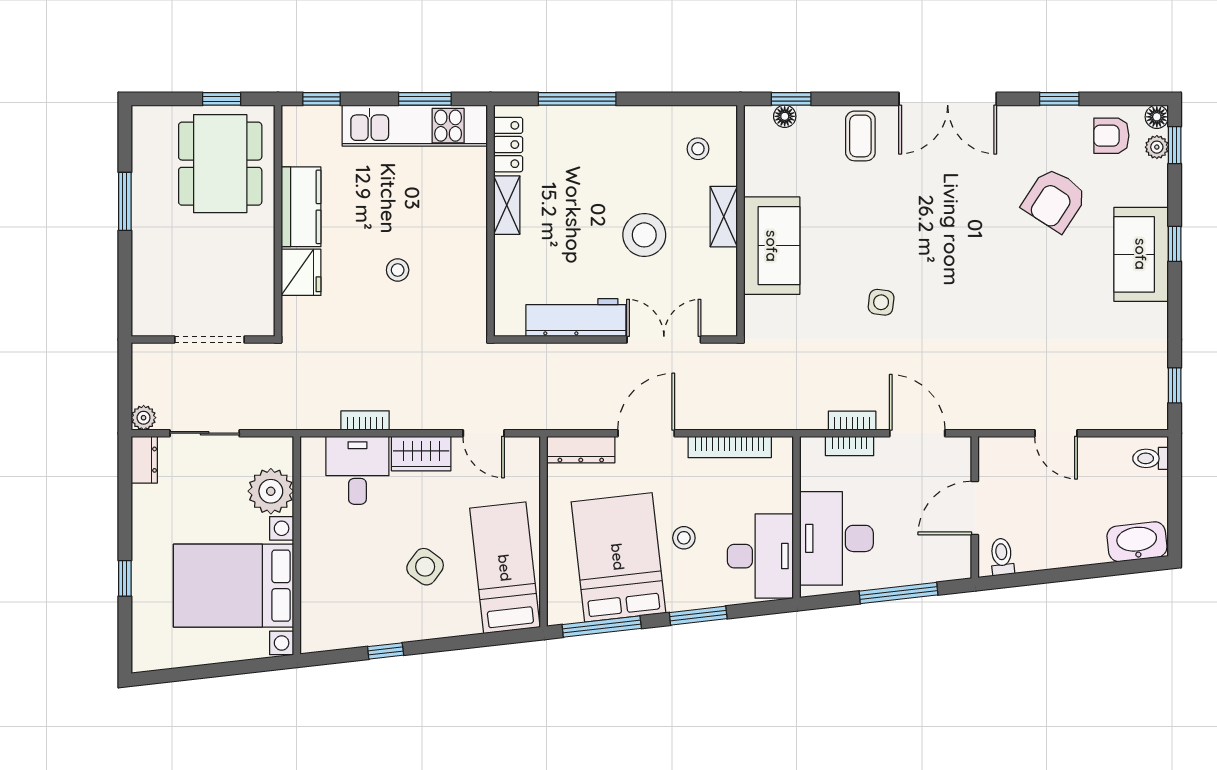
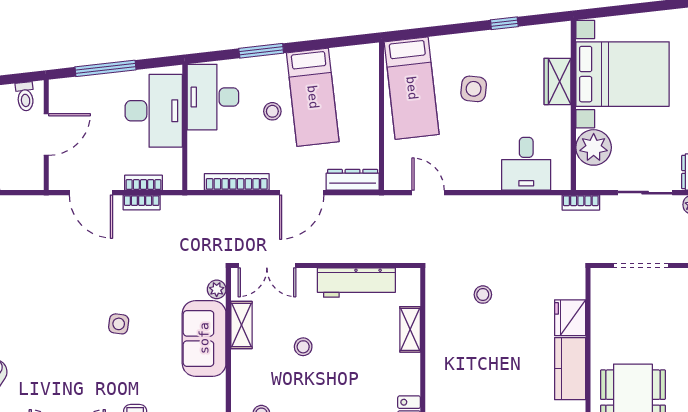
shelving: (507, 205) -> (410, 329), moved
shelving: (724, 217) -> (241, 325), moved
stool: (644, 235) -> (303, 347), width x0.53, depth x0.53
stool: (398, 270) -> (483, 295), moved
side table: (881, 302) -> (119, 324), moved
plant: (755, 309) -> (217, 289), added
double door: (664, 339) -> (267, 265), moved
bookcase: (365, 420) -> (581, 203), moved
wardrobe: (421, 454) -> (558, 81), moved, turned -90
bed: (618, 557) -> (313, 97), width x0.67
side table: (425, 567) -> (474, 89), turned -30
window: (602, 627) -> (336, 42), removed

